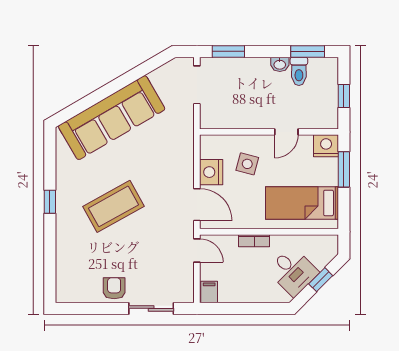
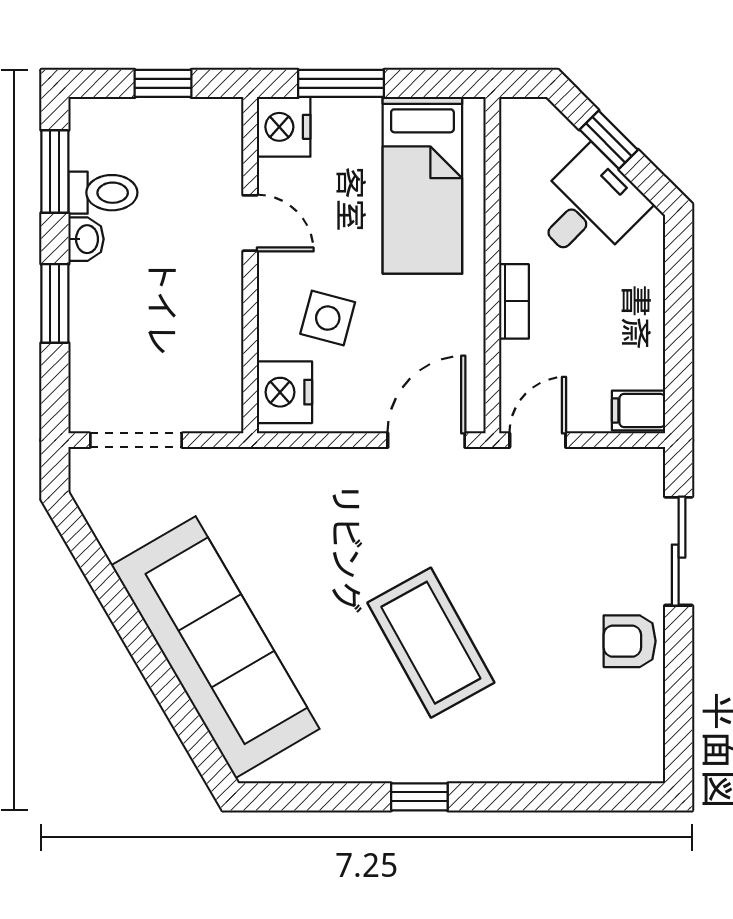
window: (228, 51) -> (55, 303), moved
nightstand: (211, 172) -> (284, 392), moved, turned 90

